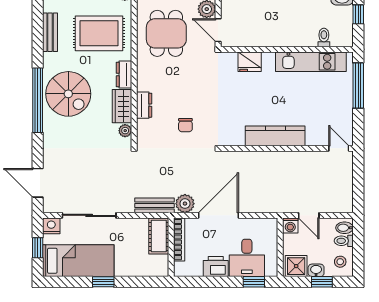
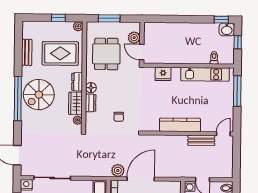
floor lamp: (144, 83) -> (91, 88), added
spiral stairs: (68, 94) -> (39, 95), turned 90
door: (339, 148) -> (223, 134), hinge flipped
bench: (155, 205) -> (201, 140), moved

